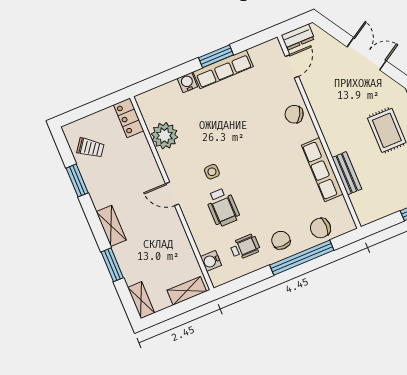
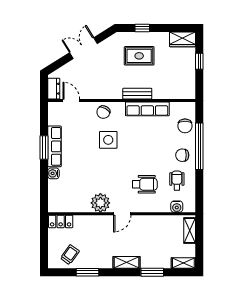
plant: (164, 136) -> (100, 203), moved
side table: (212, 172) -> (108, 140), moved, width x1.87, depth x1.87
bench: (347, 173) -> (137, 94), moved

